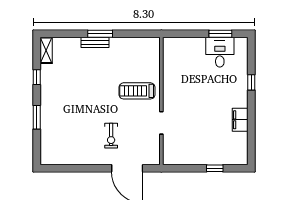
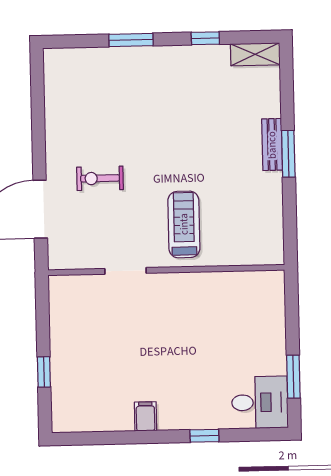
desk: (220, 52) -> (260, 402), moved
filing cabinet: (240, 120) -> (146, 416), width x0.50

